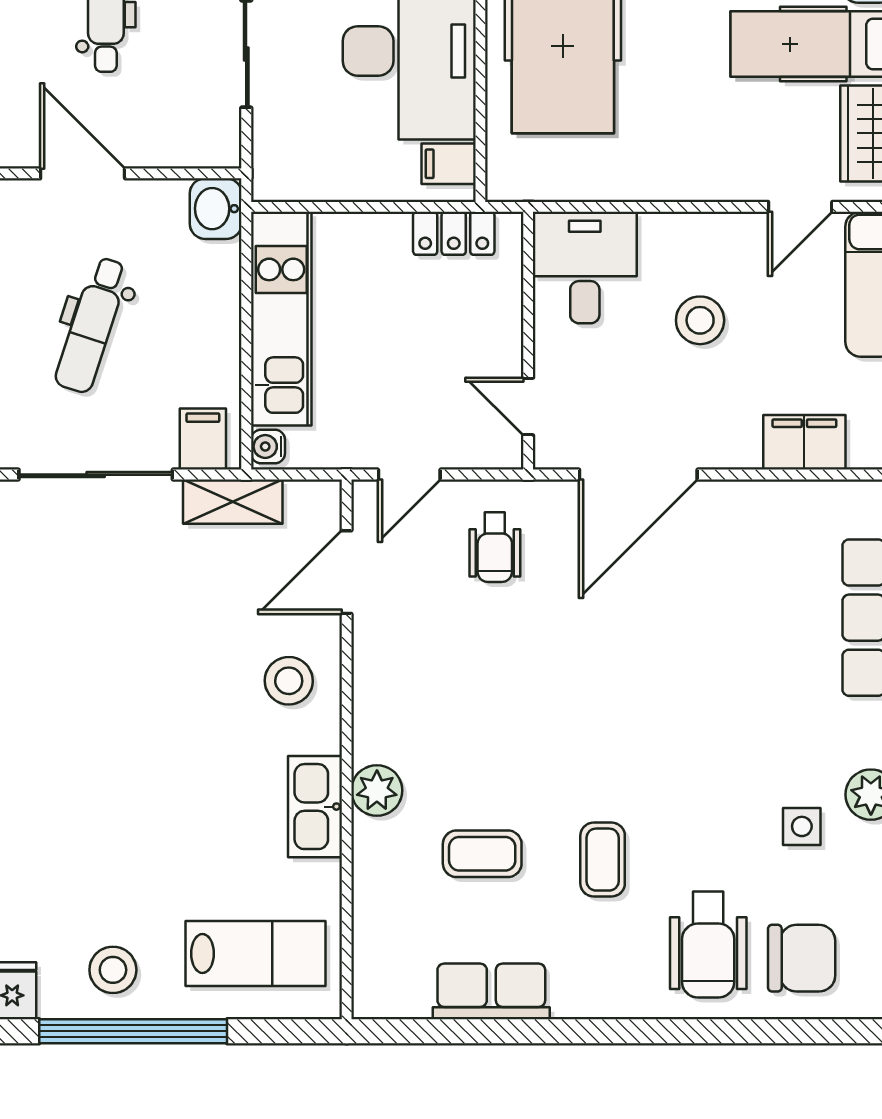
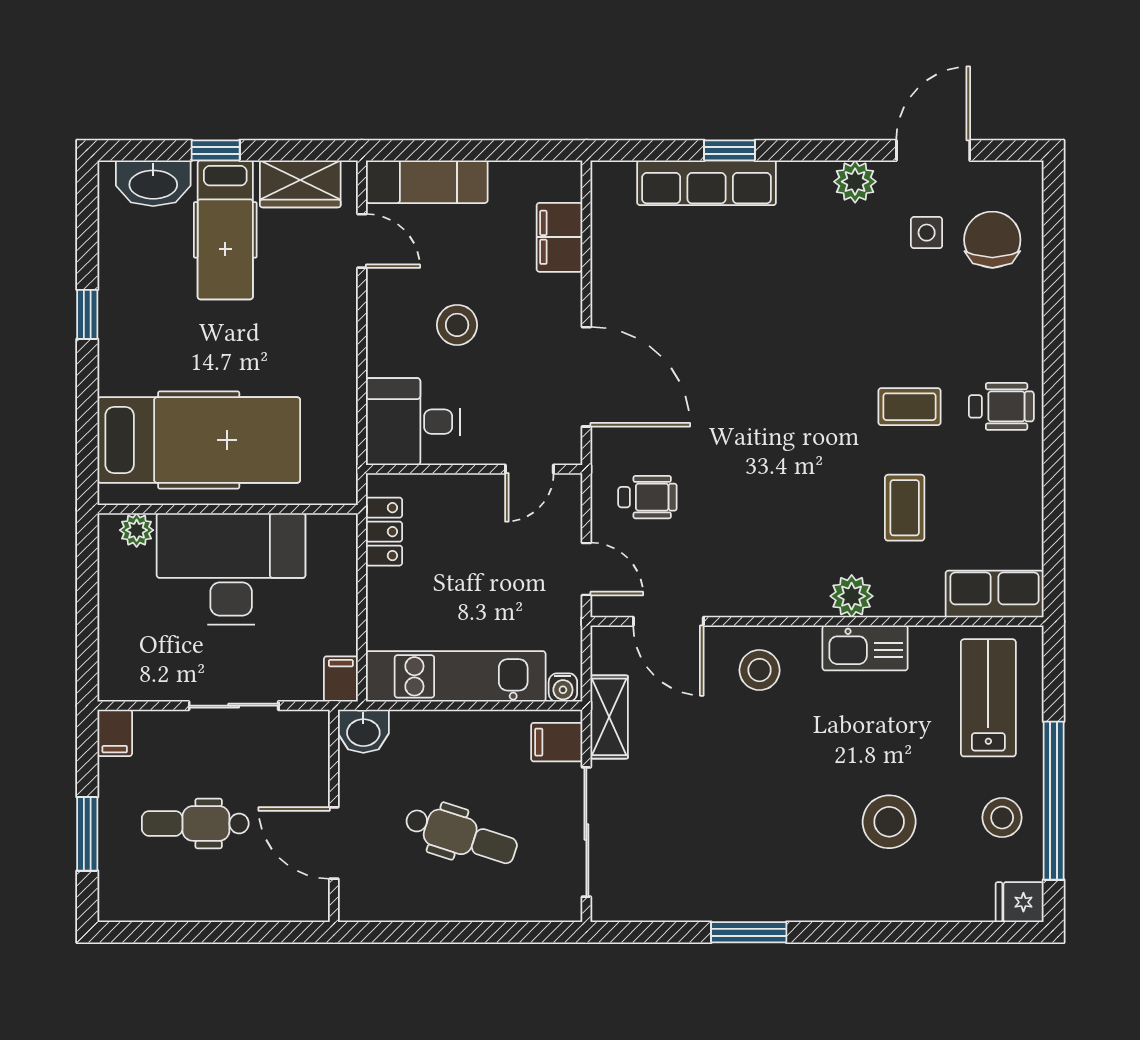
filing cabinet: (449, 164) -> (341, 679), moved, turned 180
door: (83, 173) -> (334, 843), hinge flipped
side table: (802, 826) -> (927, 233), moved
stool: (108, 835) -> (889, 822), added
wheelchair: (708, 945) -> (1001, 406), moved, width x0.73, depth x0.73
row of seats: (491, 991) -> (995, 594), moved, turned 90

